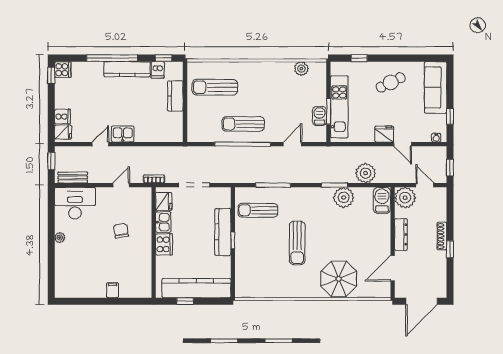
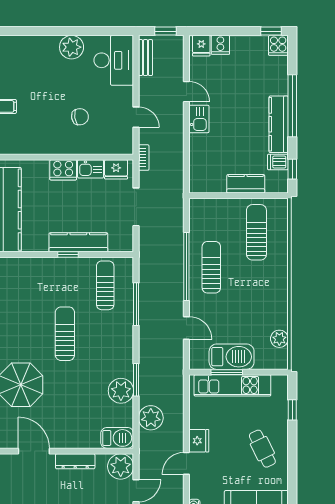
barbecue: (320, 116) -> (232, 357), width x1.88, depth x1.53
plant: (60, 238) -> (72, 47), width x1.88, depth x1.88
sun lounger: (297, 243) -> (65, 334), turned 90

